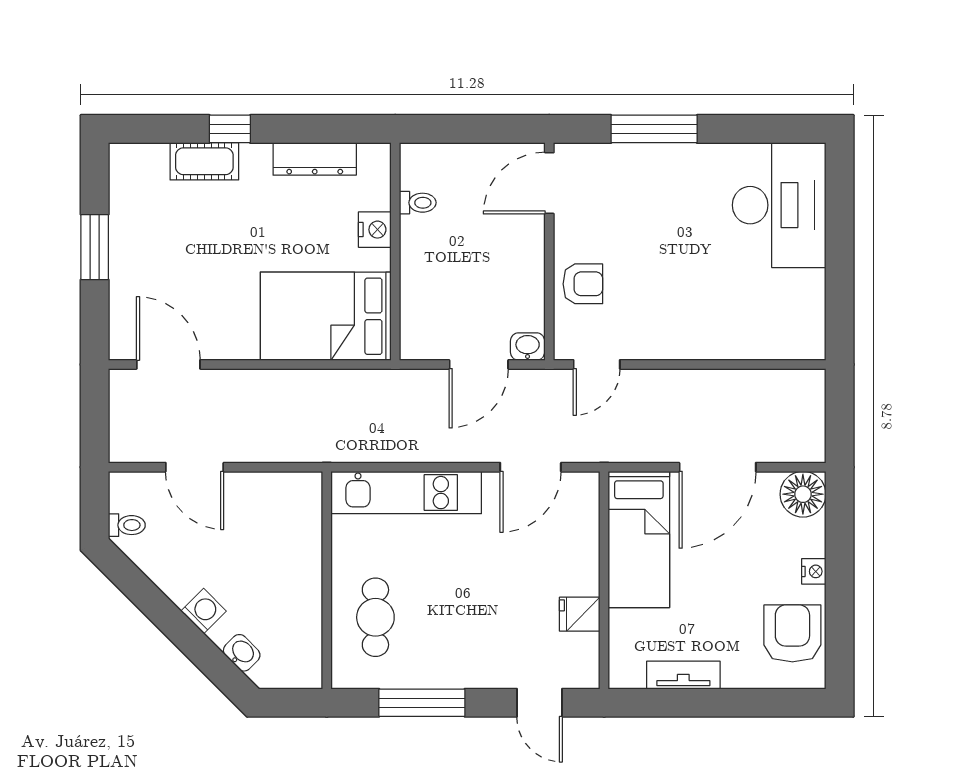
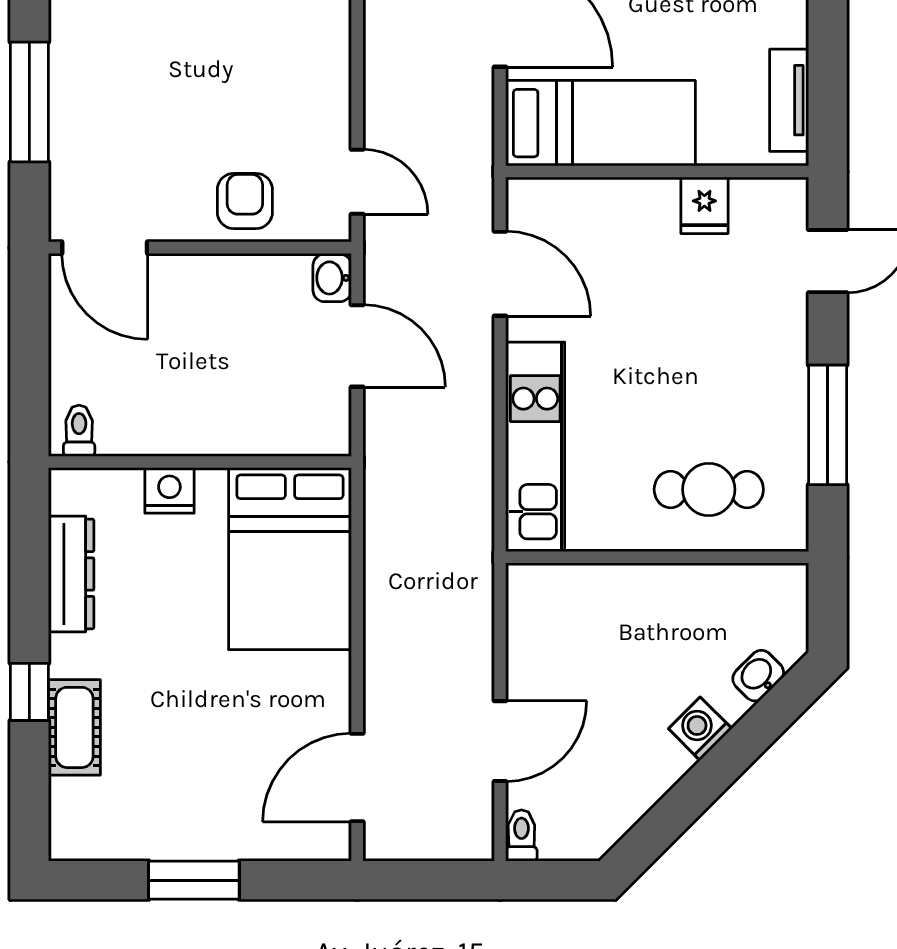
toilet: (418, 203) -> (79, 431), moved
toilet: (127, 525) -> (521, 835), moved
tv unit: (683, 675) -> (789, 100), moved

